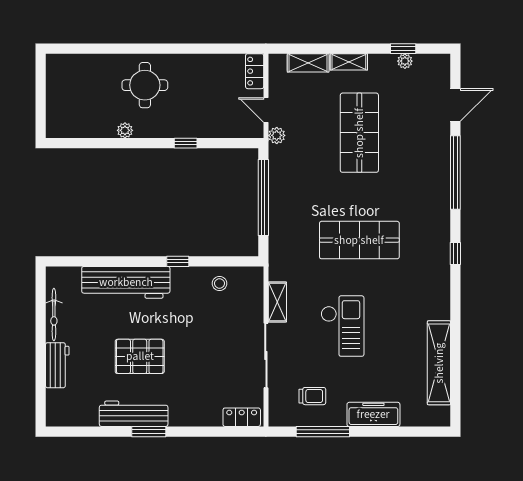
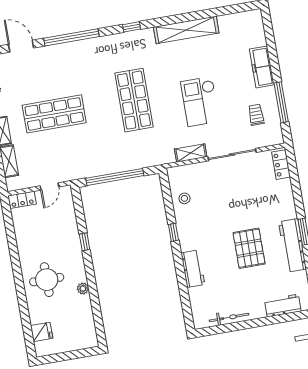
fridge: (78, 67) -> (42, 332), added
plant: (277, 135) -> (67, 175), removed
workbench: (126, 282) -> (193, 269), width x0.53, depth x0.76
checkout: (342, 326) -> (200, 101), turned -90
shelving: (439, 363) -> (186, 30), moved
workbench: (57, 365) -> (283, 306), moved

